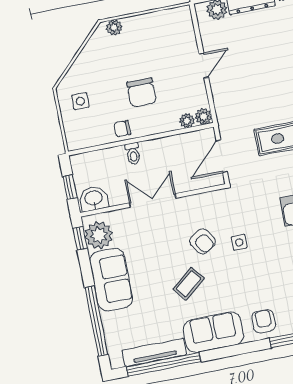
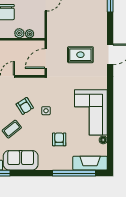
plant: (203, 116) -> (19, 33), moved
armchair: (264, 321) -> (59, 139), moved

